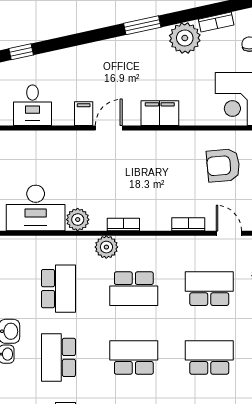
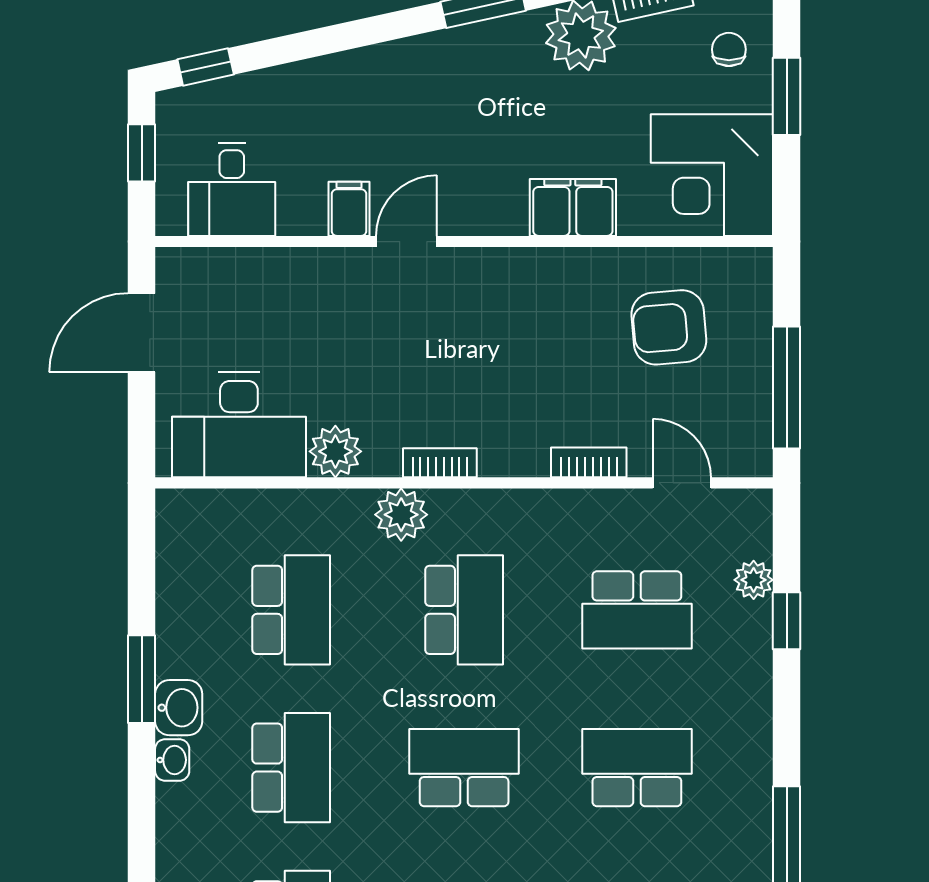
filing cabinet: (160, 113) -> (573, 207), moved
school desk: (134, 289) -> (464, 610), turned -90
school desk: (209, 289) -> (637, 610), turned 180
school desk: (58, 357) -> (291, 768), turned 180

